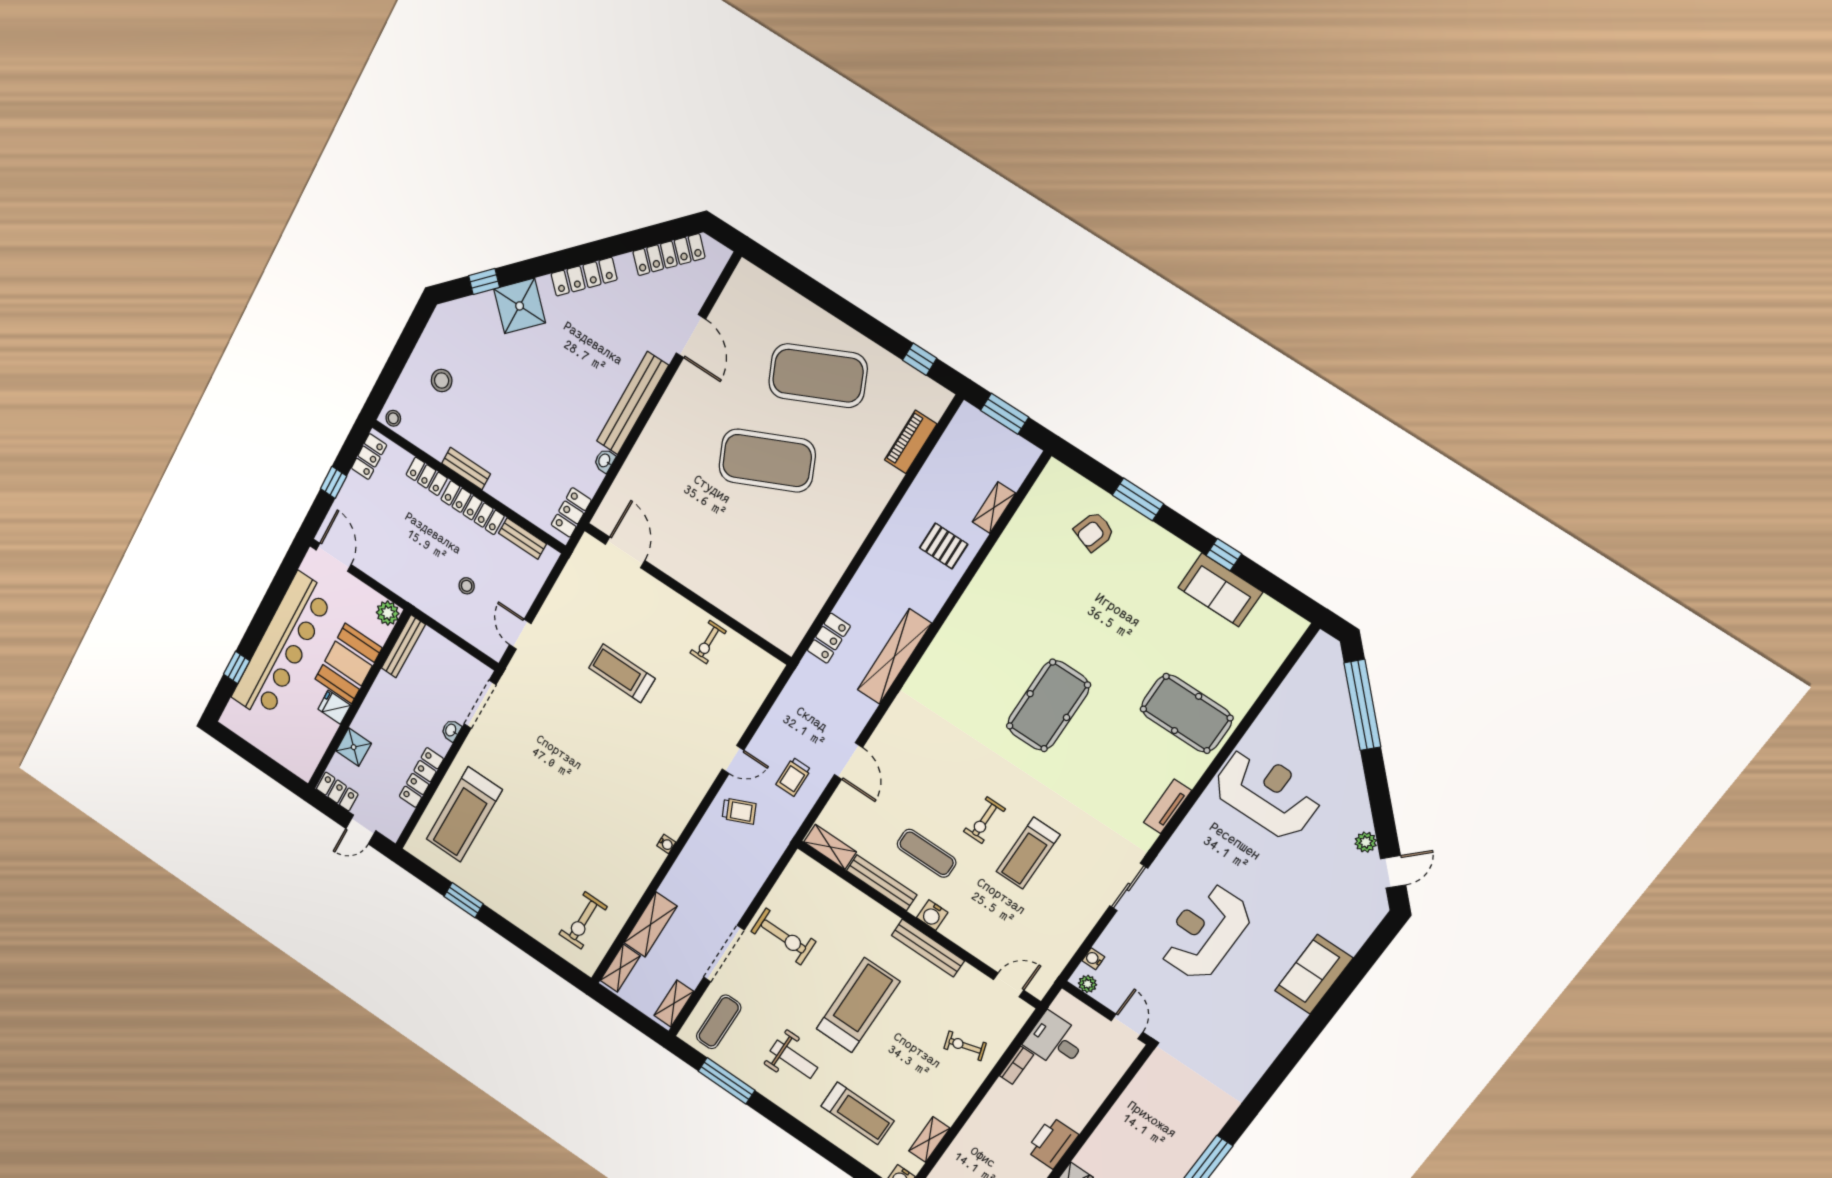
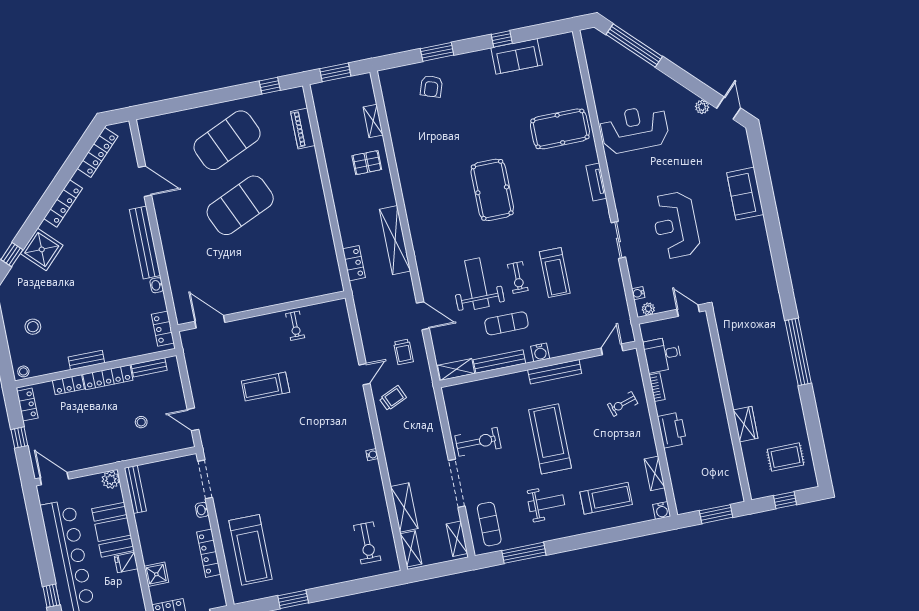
weight bench: (936, 784) -> (477, 284), added
printer: (1052, 1143) -> (672, 430), moved, turned 180

